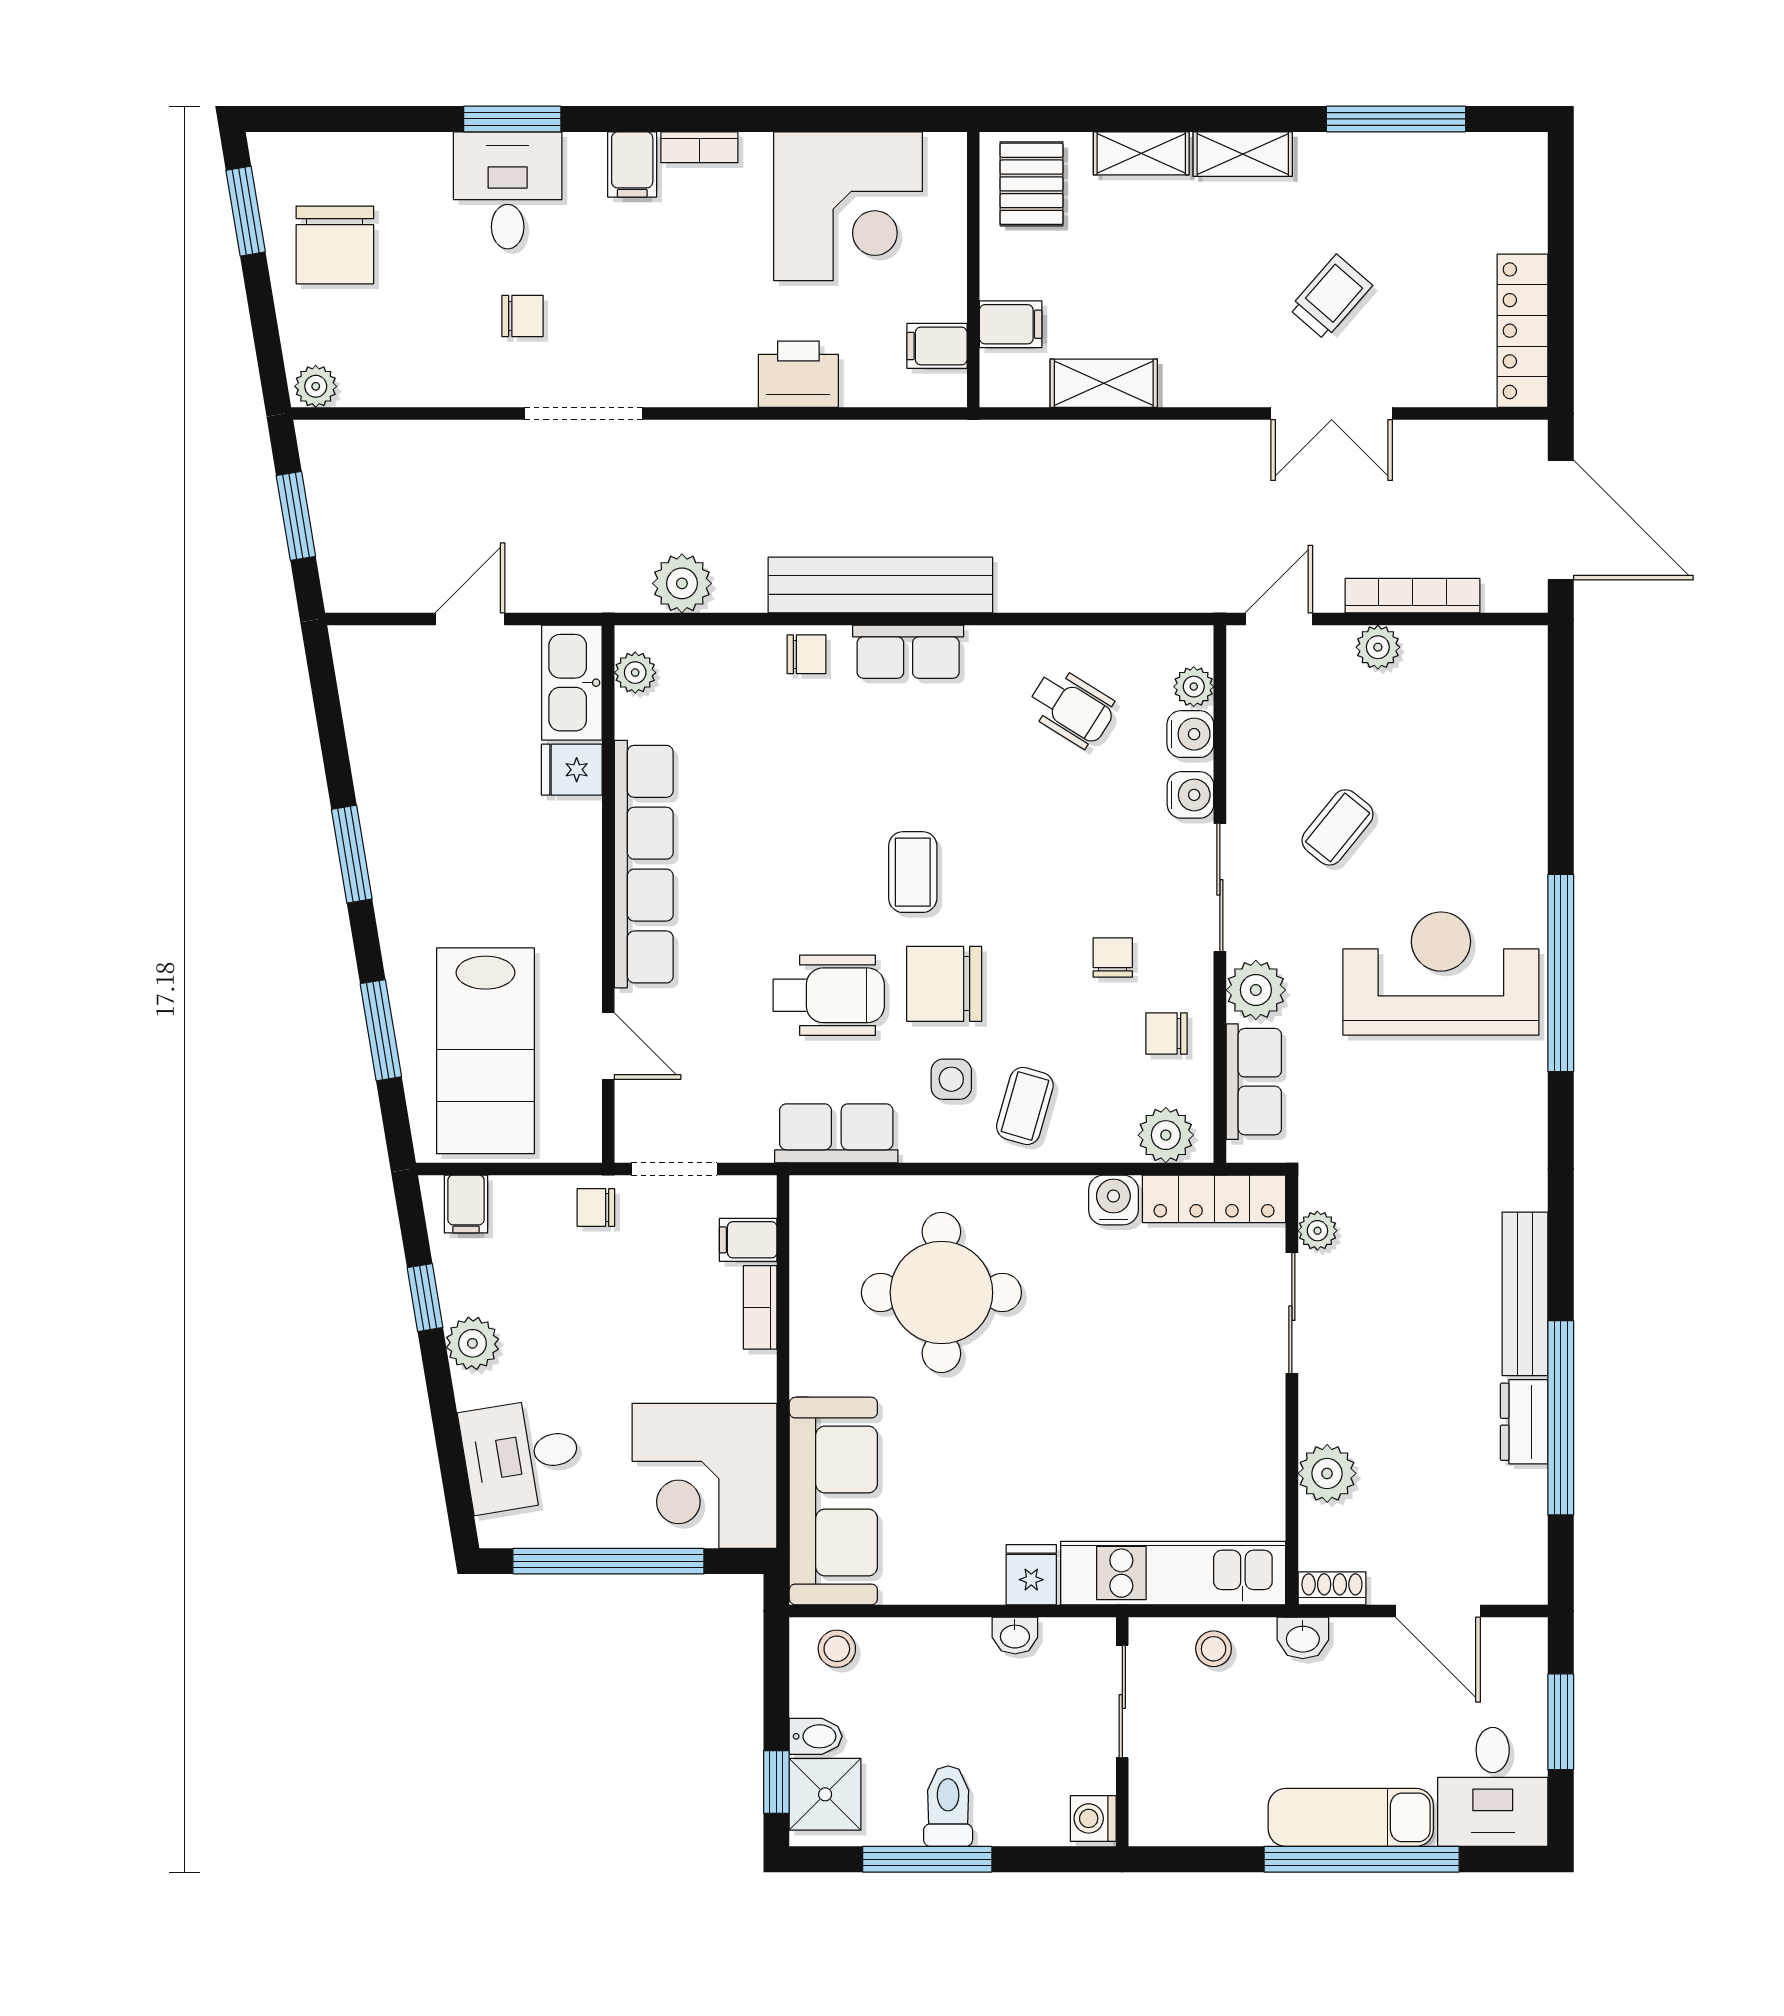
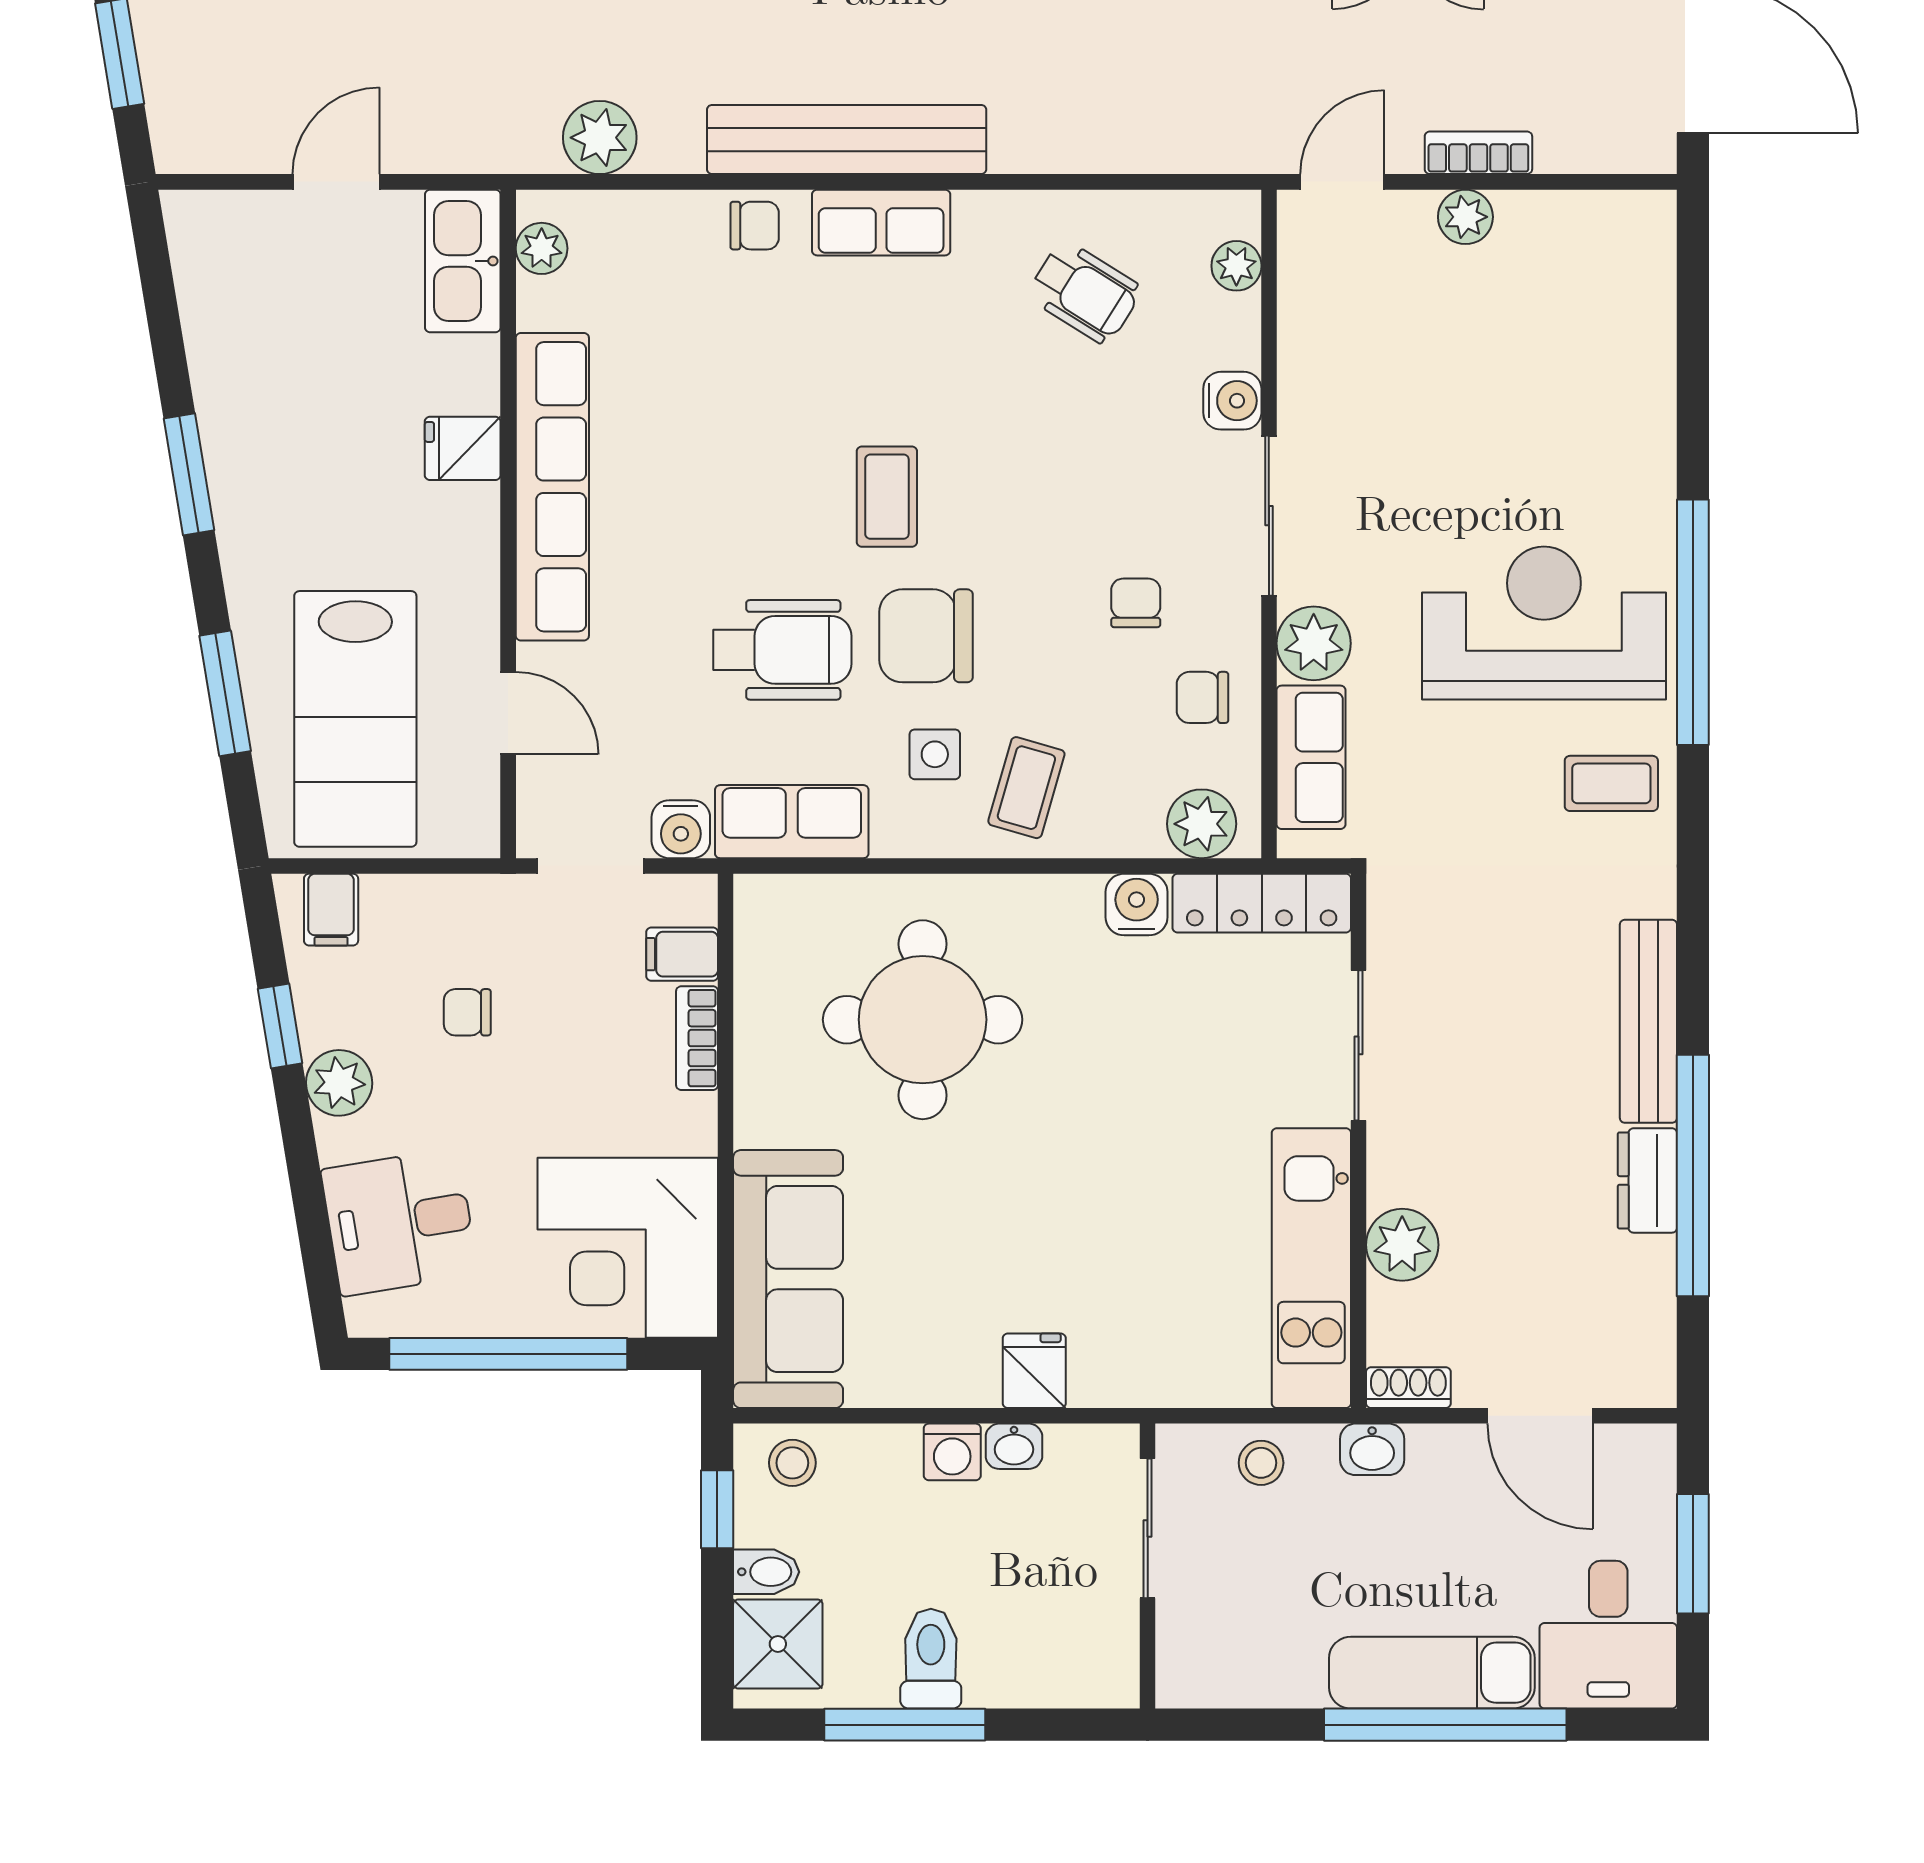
bookcase: (1413, 596) -> (1478, 153), width x0.64
water cooler: (1190, 734) -> (681, 829), moved, turned 90
fridge: (572, 770) -> (463, 448), moved
coffee table: (1338, 827) -> (1611, 783), moved, turned 51
chair: (596, 1207) -> (467, 1012), moved
plant: (1317, 1231) -> (1390, 943), removed
kitchen unit: (1173, 1573) -> (1311, 1268), moved, turned -90
window: (776, 1782) -> (717, 1509), moved
washing machine: (1093, 1818) -> (952, 1452), moved, turned -90

